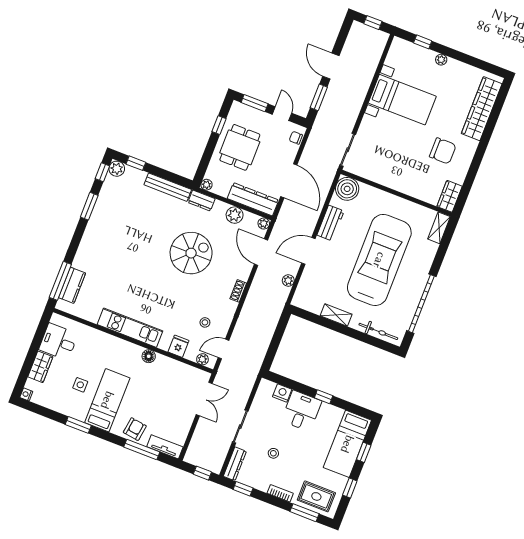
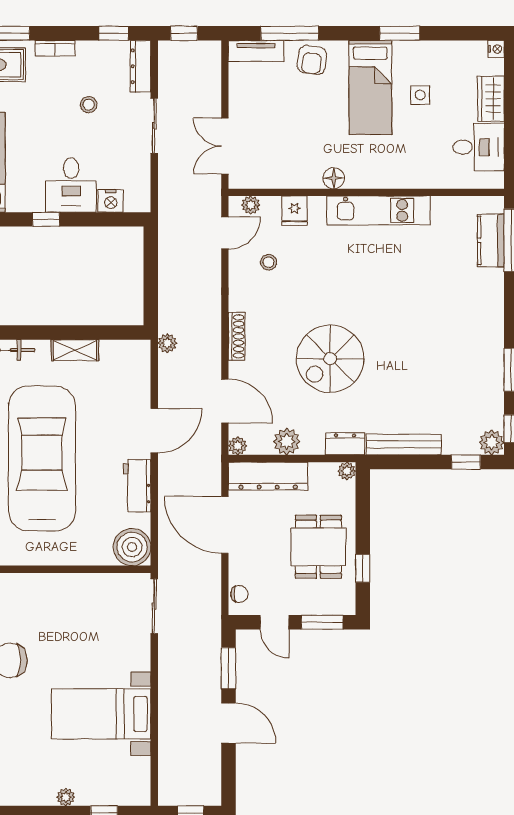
car: (379, 260) -> (42, 458), turned 180
plant: (288, 281) -> (167, 343), moved
shoe rack: (238, 291) -> (237, 336), width x1.43

